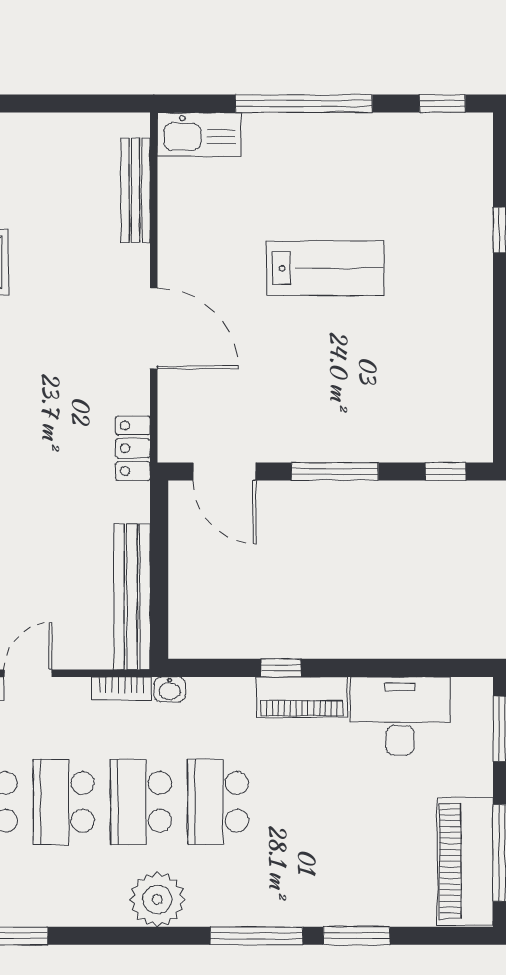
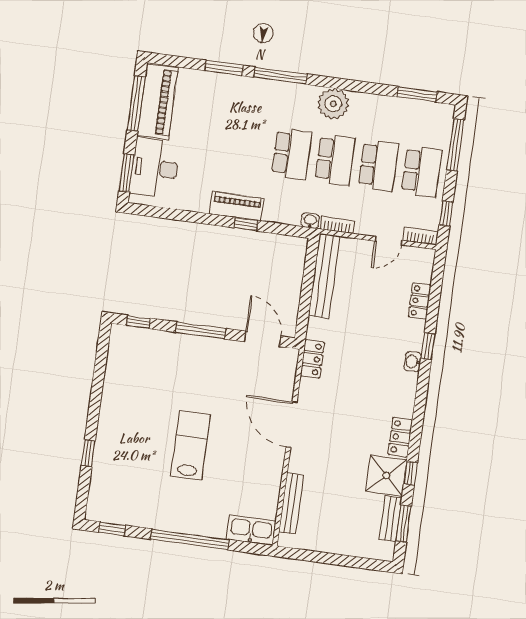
lab bench: (325, 268) -> (190, 445), turned 90
desk: (400, 716) -> (155, 168), moved, turned 90

